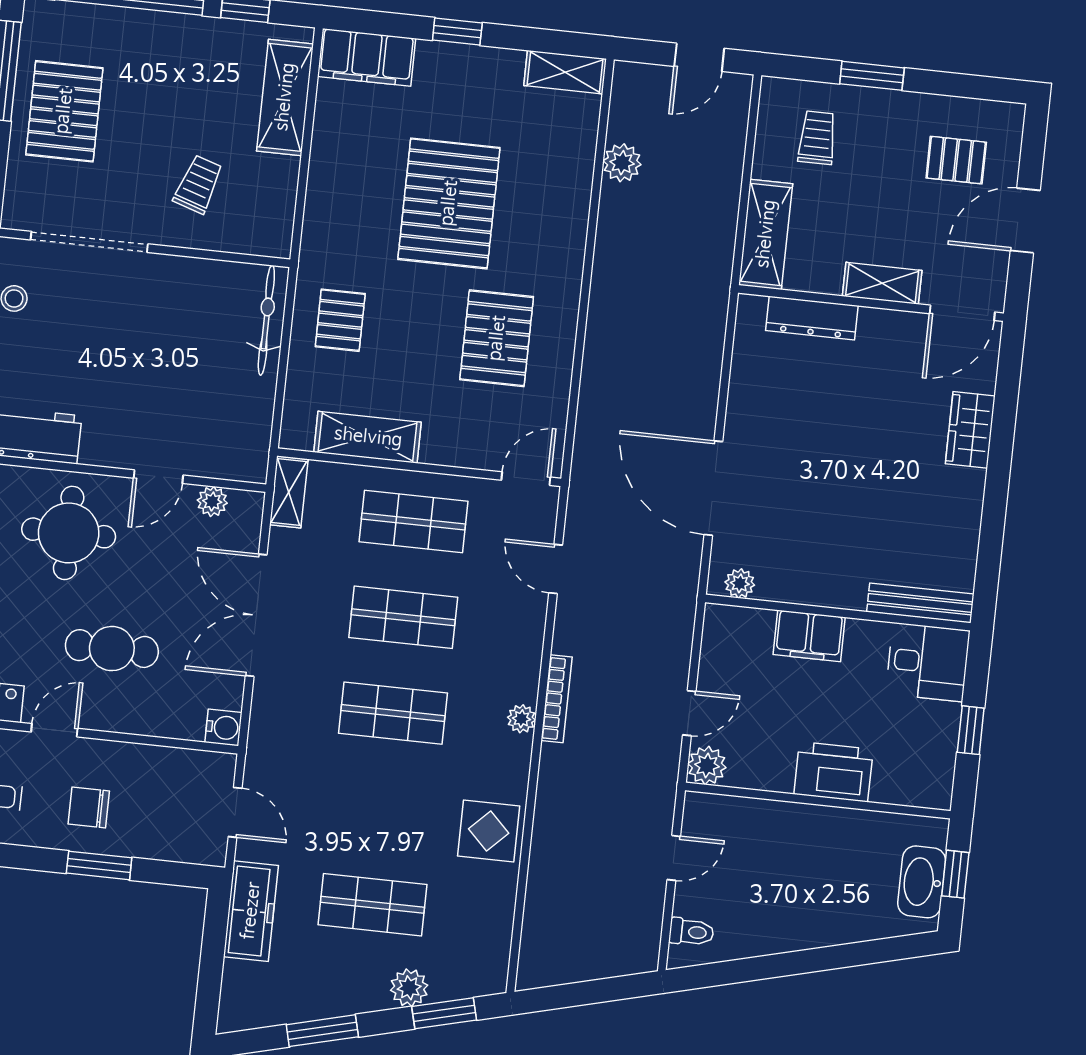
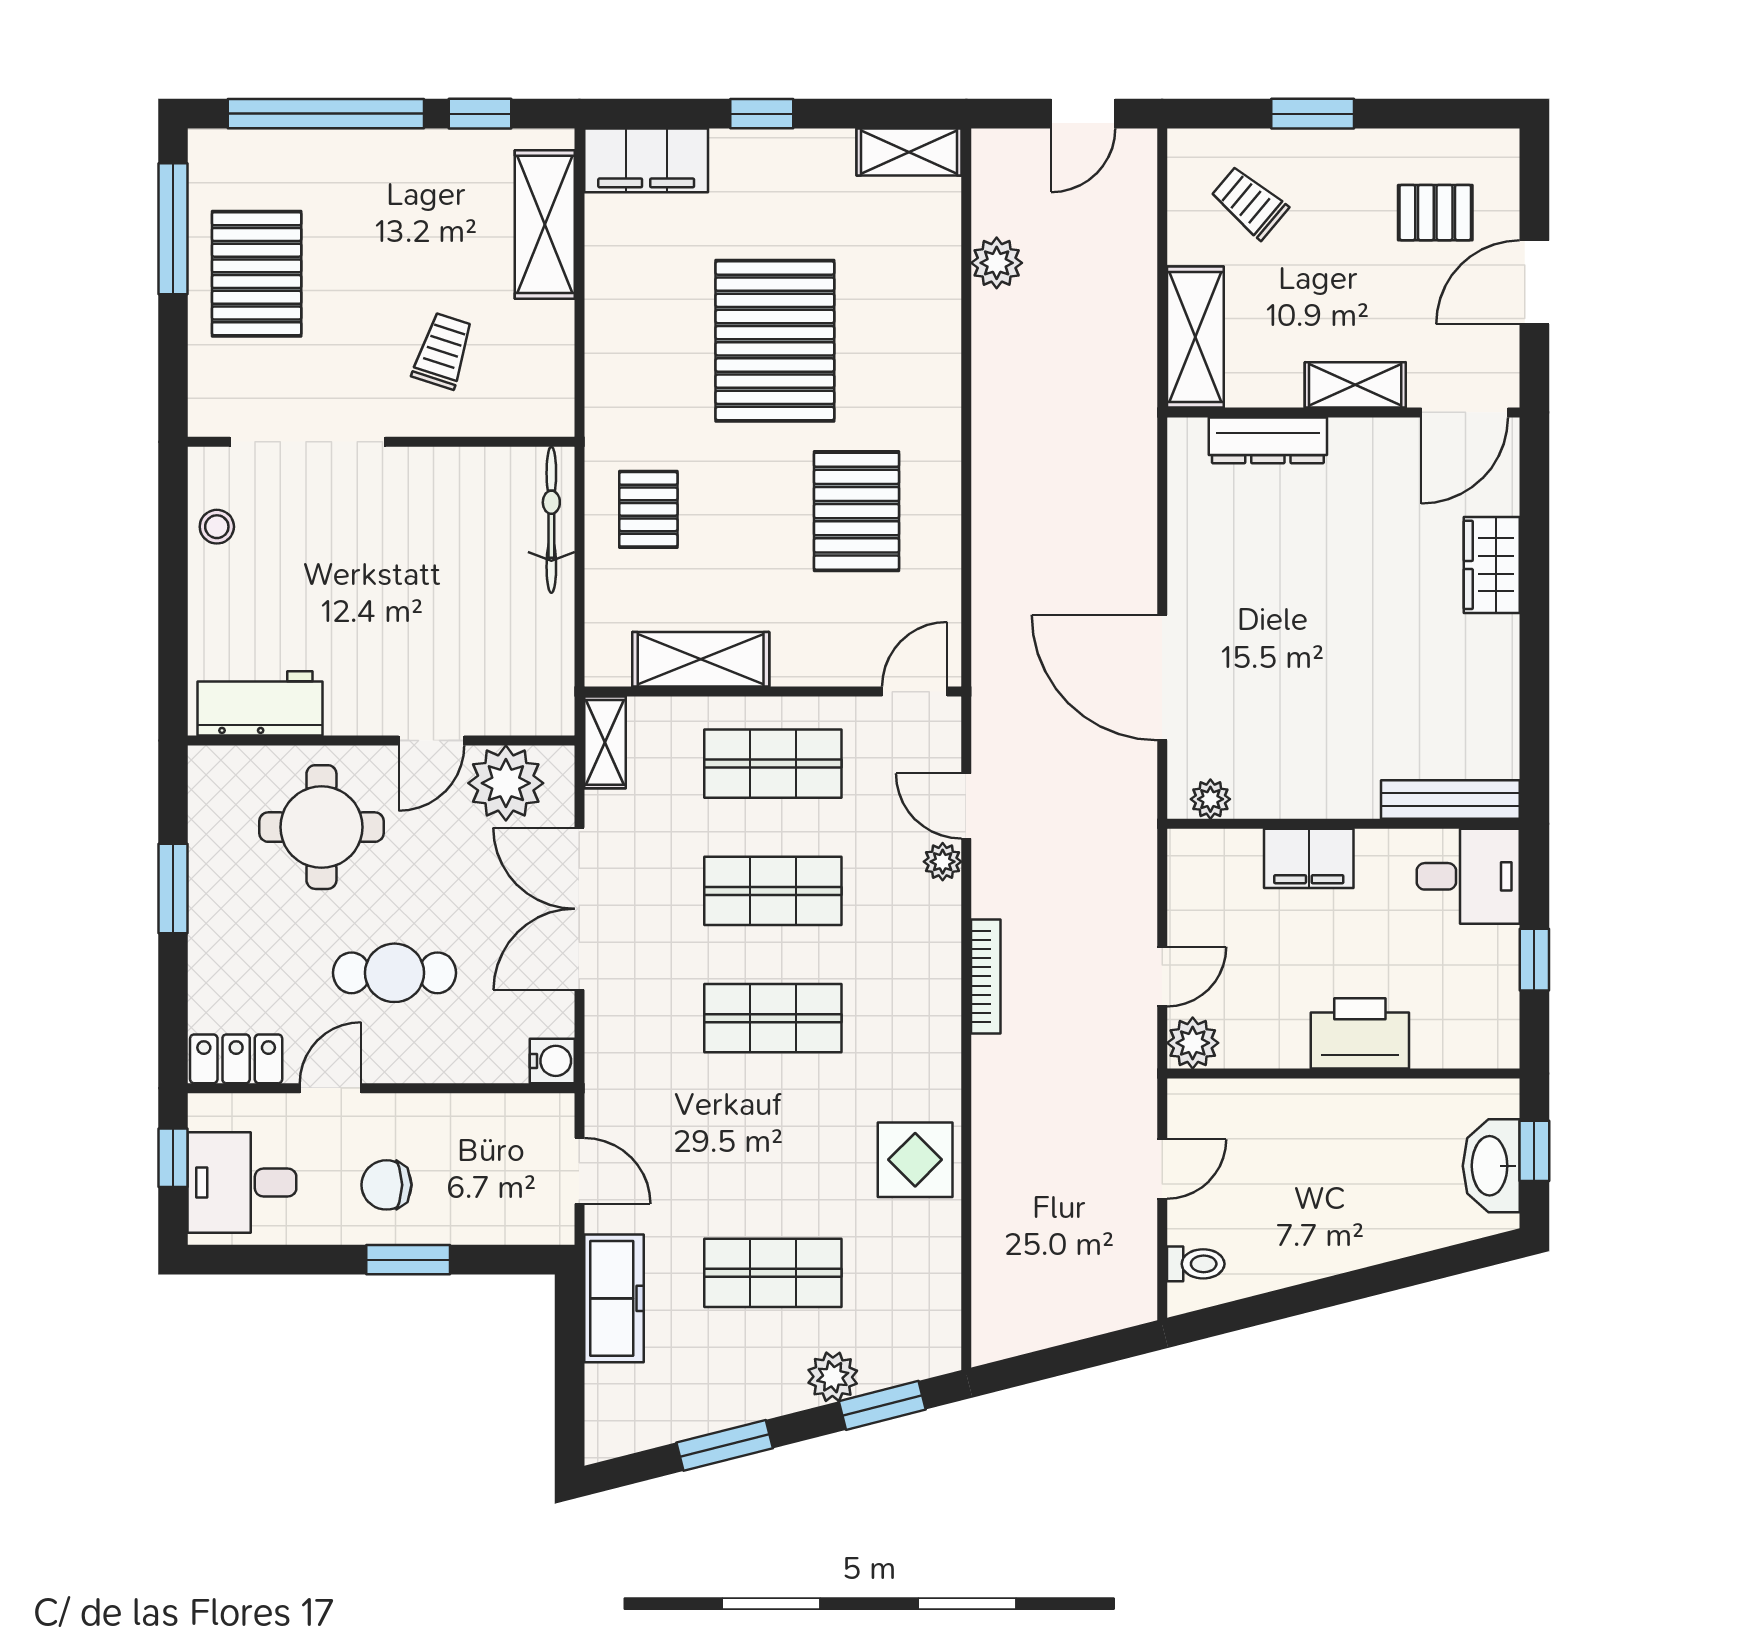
trolley: (817, 138) -> (1249, 203), turned -50
plant: (212, 501) -> (506, 783), width x1.88, depth x1.88
plant: (521, 719) -> (943, 862), moved

